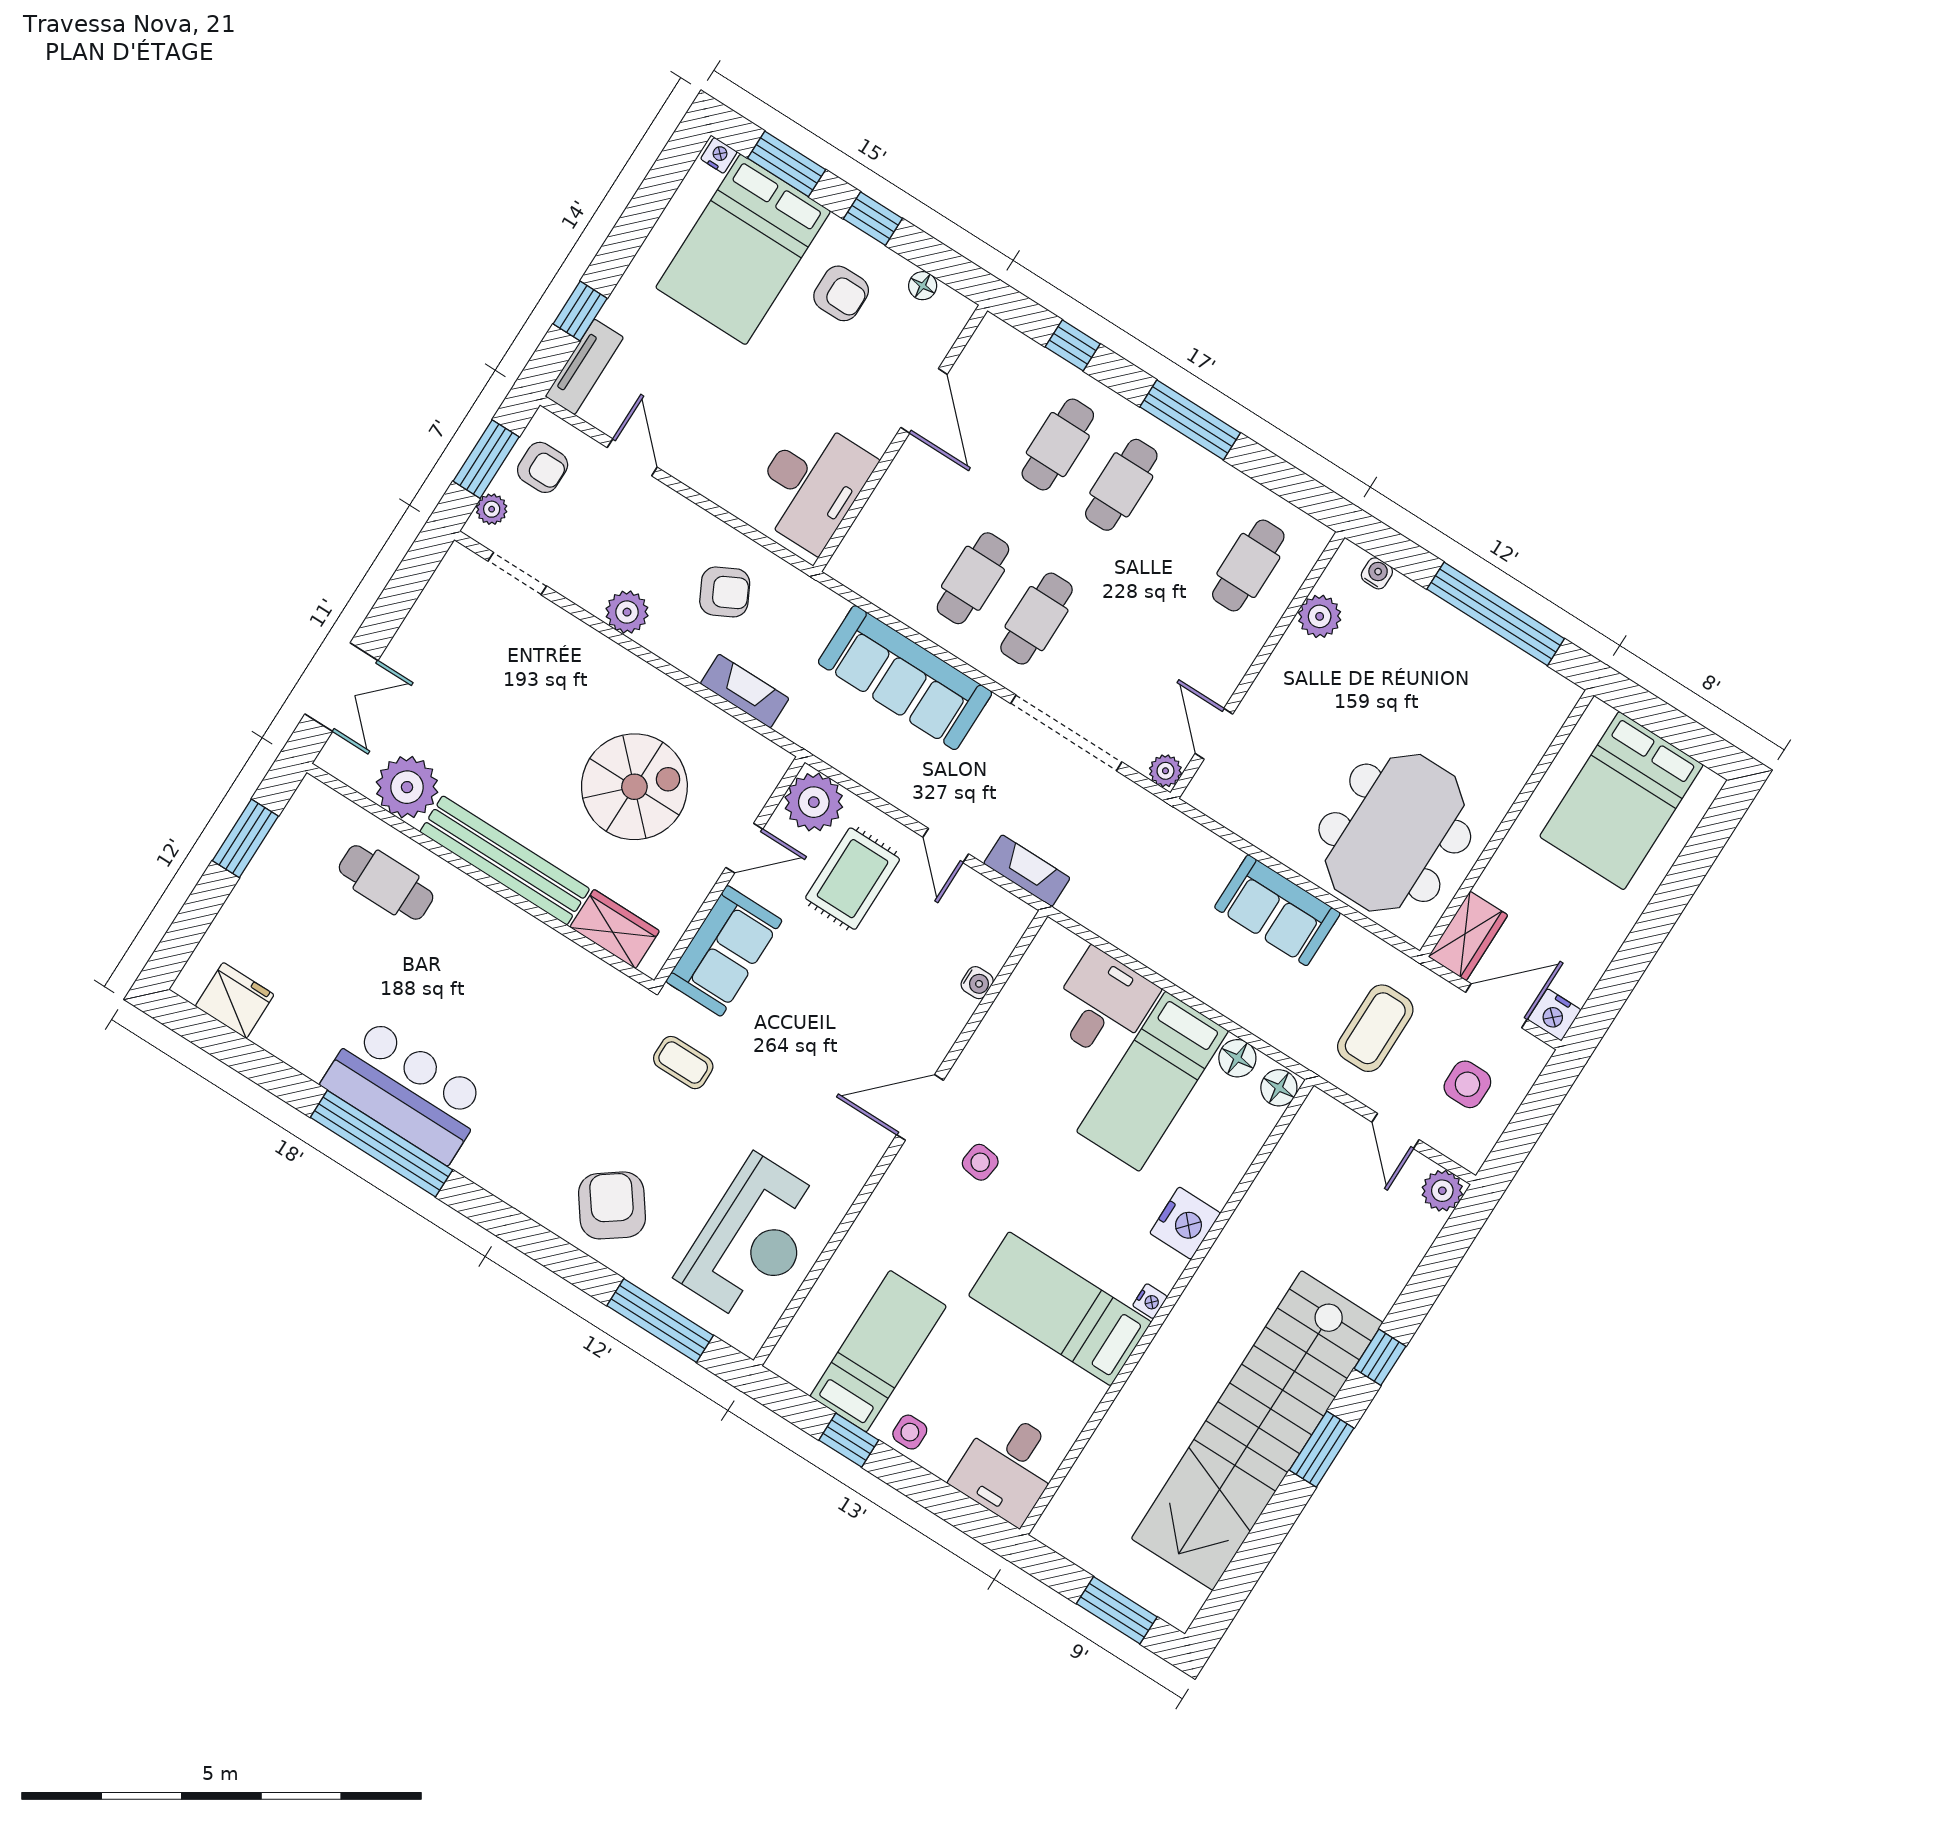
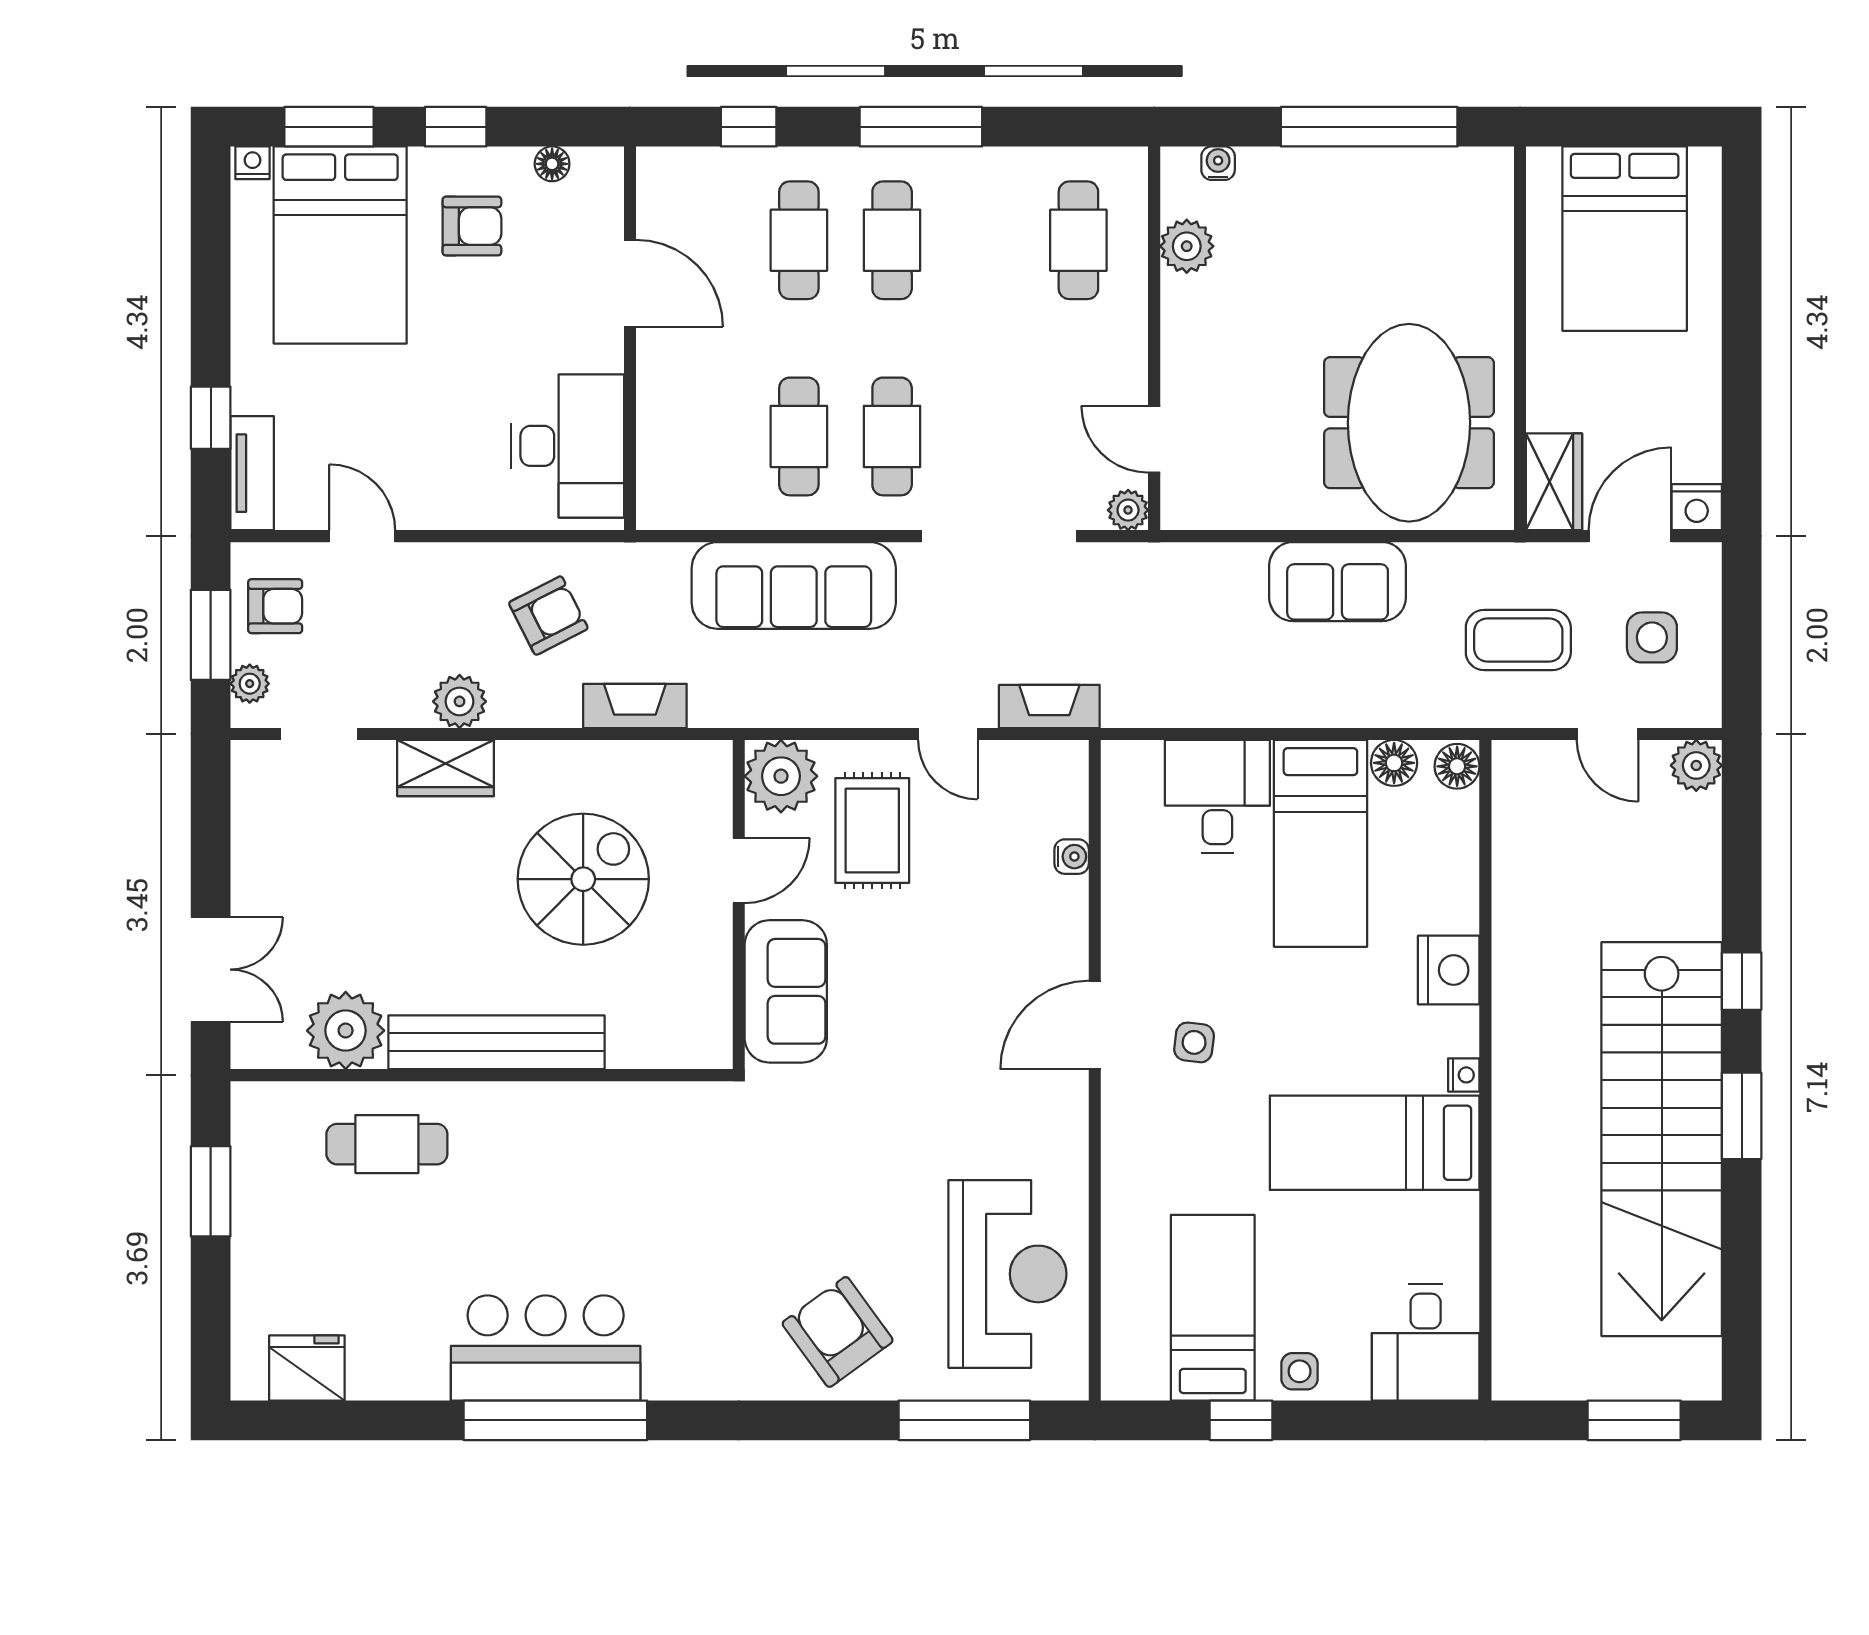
wardrobe: (615, 929) -> (446, 768), moved, turned 180
coffee table: (1375, 1028) -> (1518, 640), turned 90
coffee table: (683, 1063) -> (817, 1135), removed

